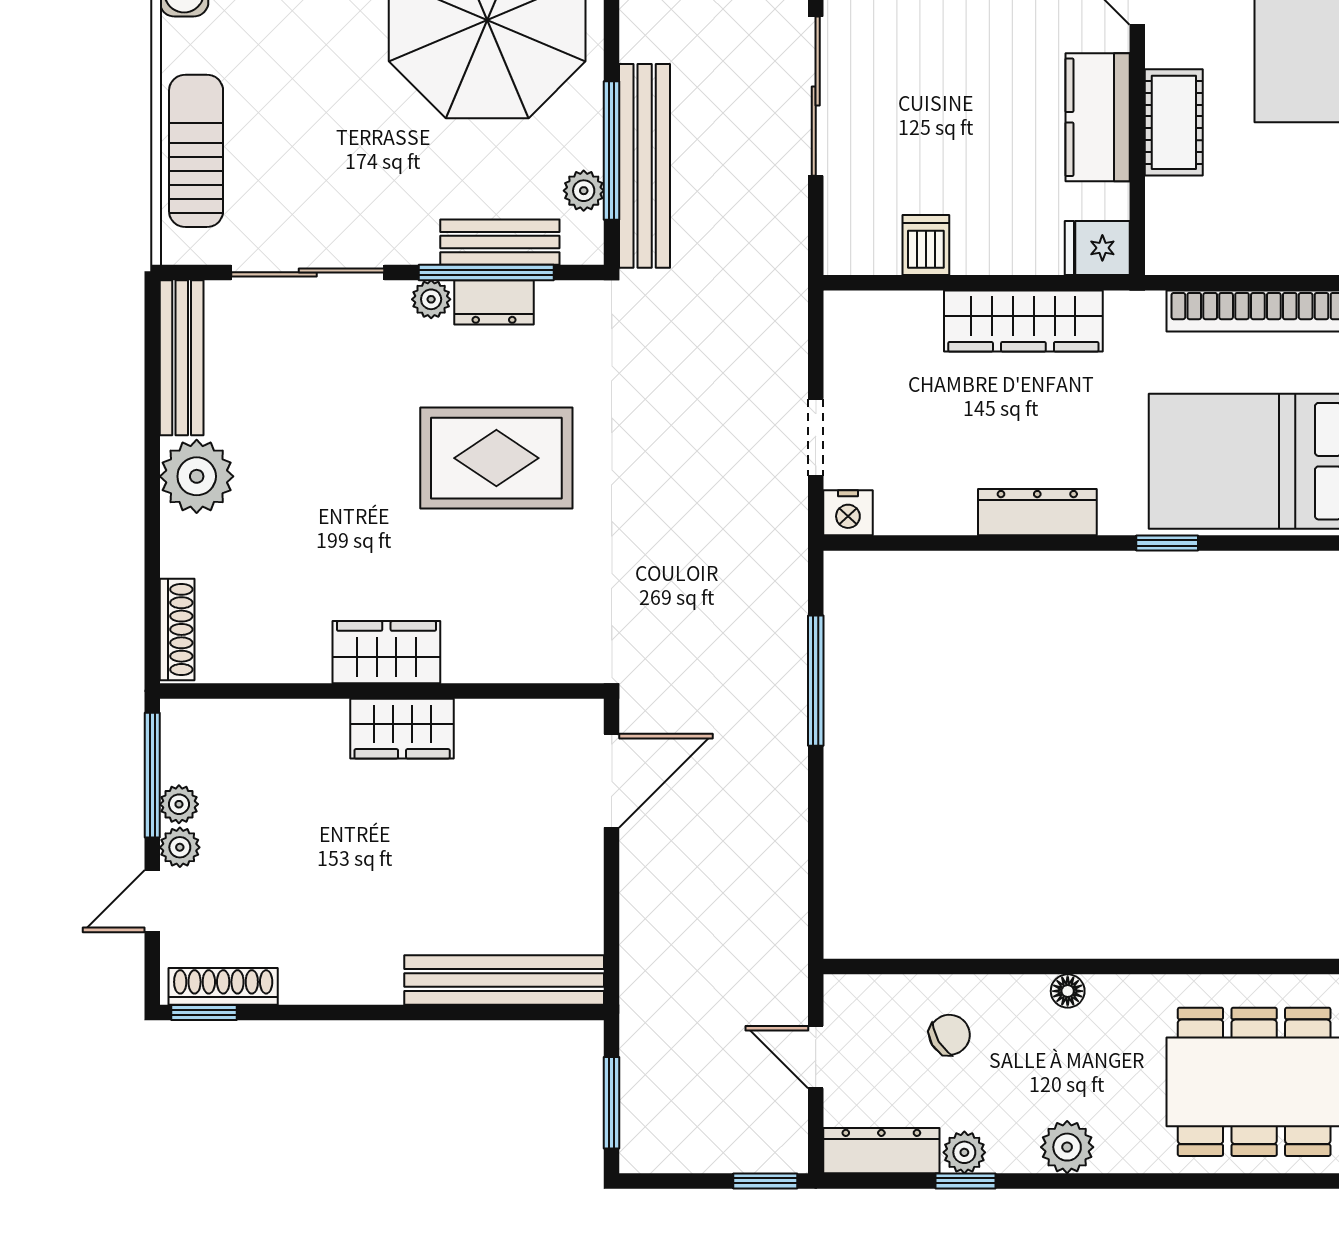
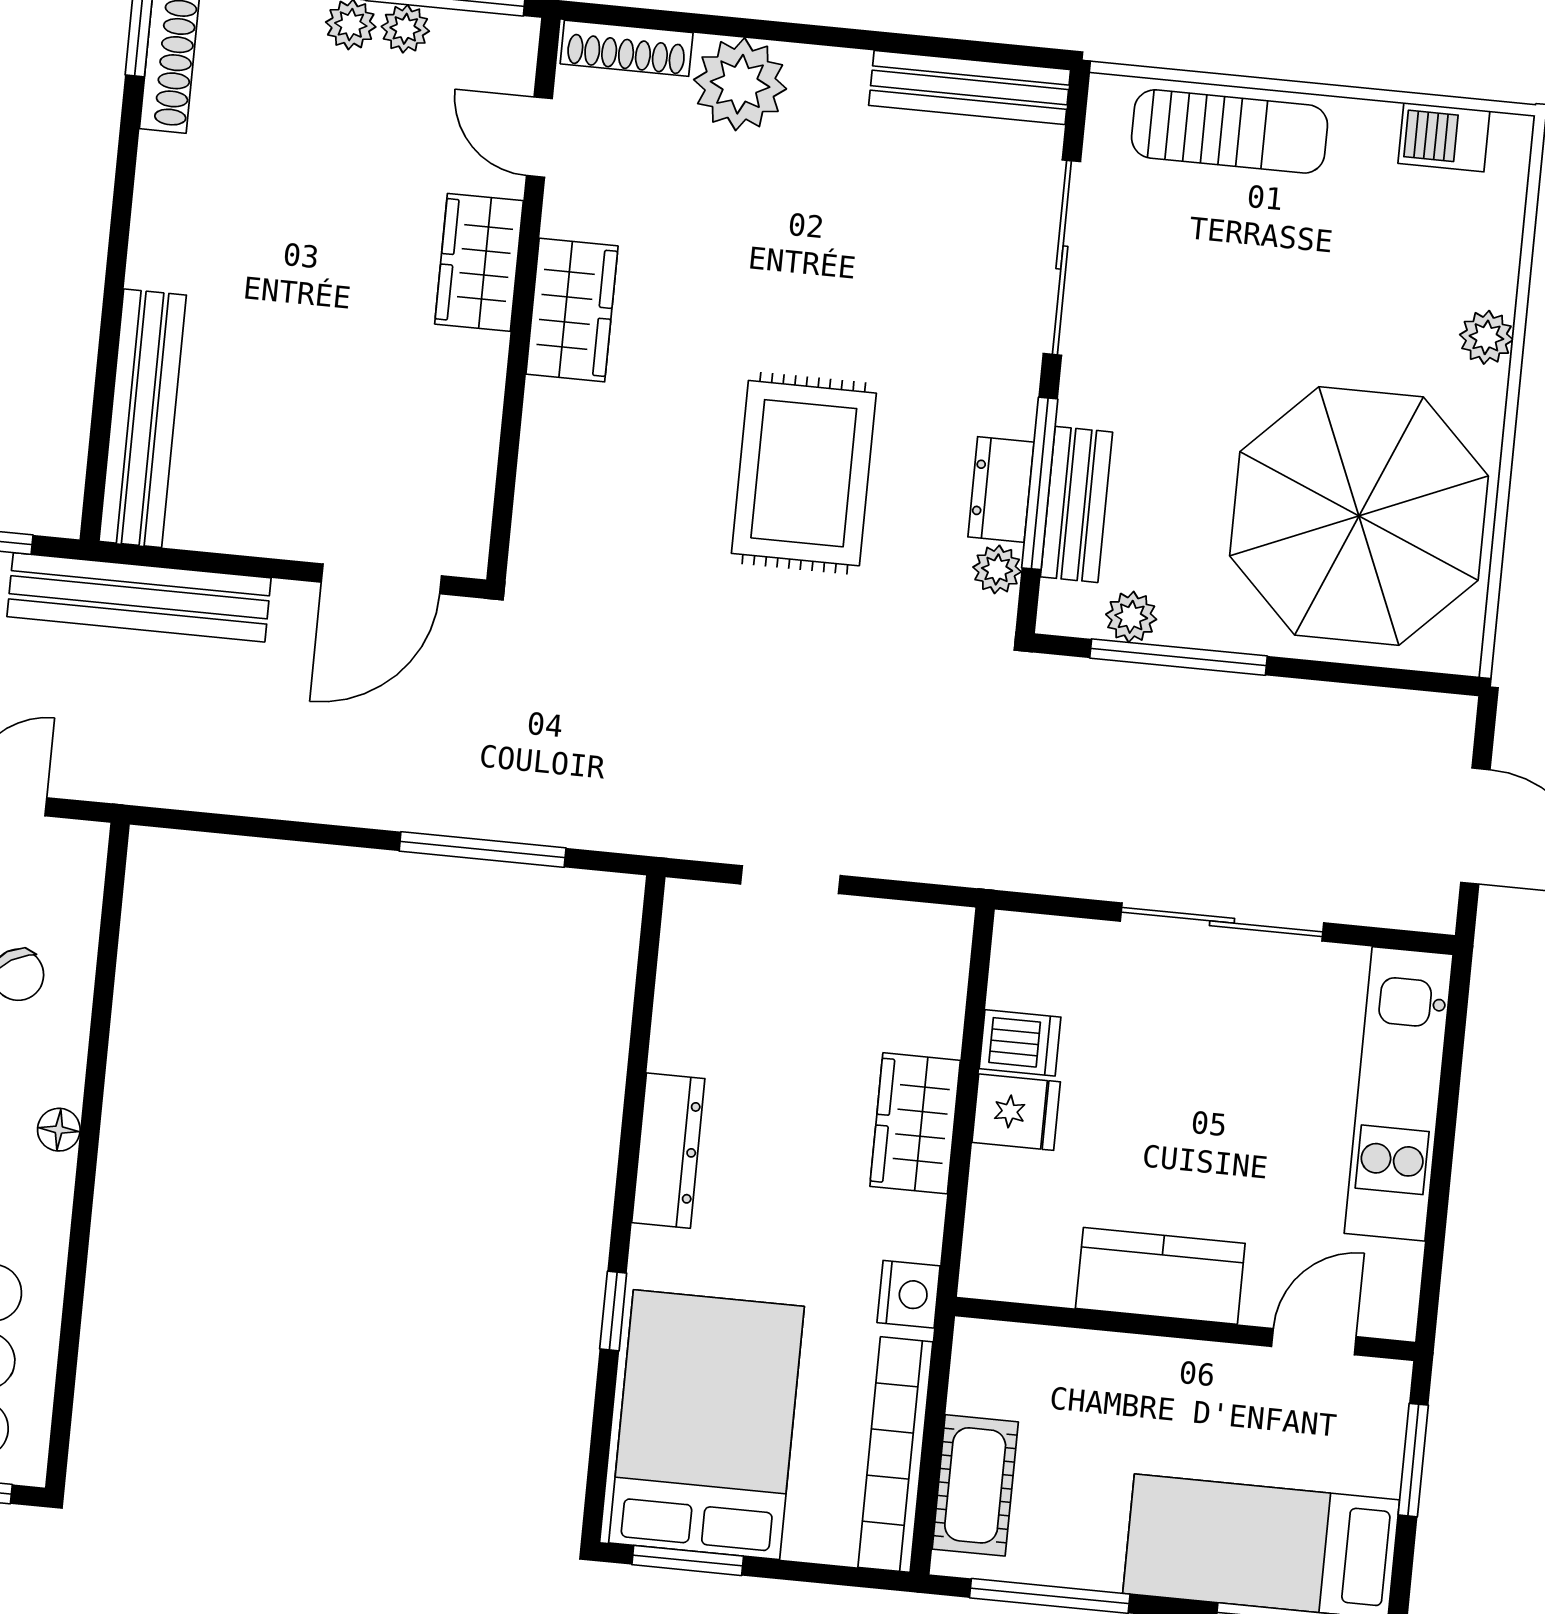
cot: (1174, 122) -> (975, 1485), moved, turned 90
bench: (645, 166) -> (139, 597), moved
fridge: (1097, 248) -> (1016, 1112), moved, turned 90
plant: (431, 299) -> (997, 569), moved
wardrobe: (1023, 321) -> (915, 1123), width x0.67
plant: (197, 476) -> (740, 84), moved
nightstand: (848, 513) -> (909, 1294), moved, turned 180
door: (253, 691) -> (539, 137), added
wardrobe: (402, 729) -> (479, 262), moved
door: (612, 781) -> (381, 579), hinge flipped

